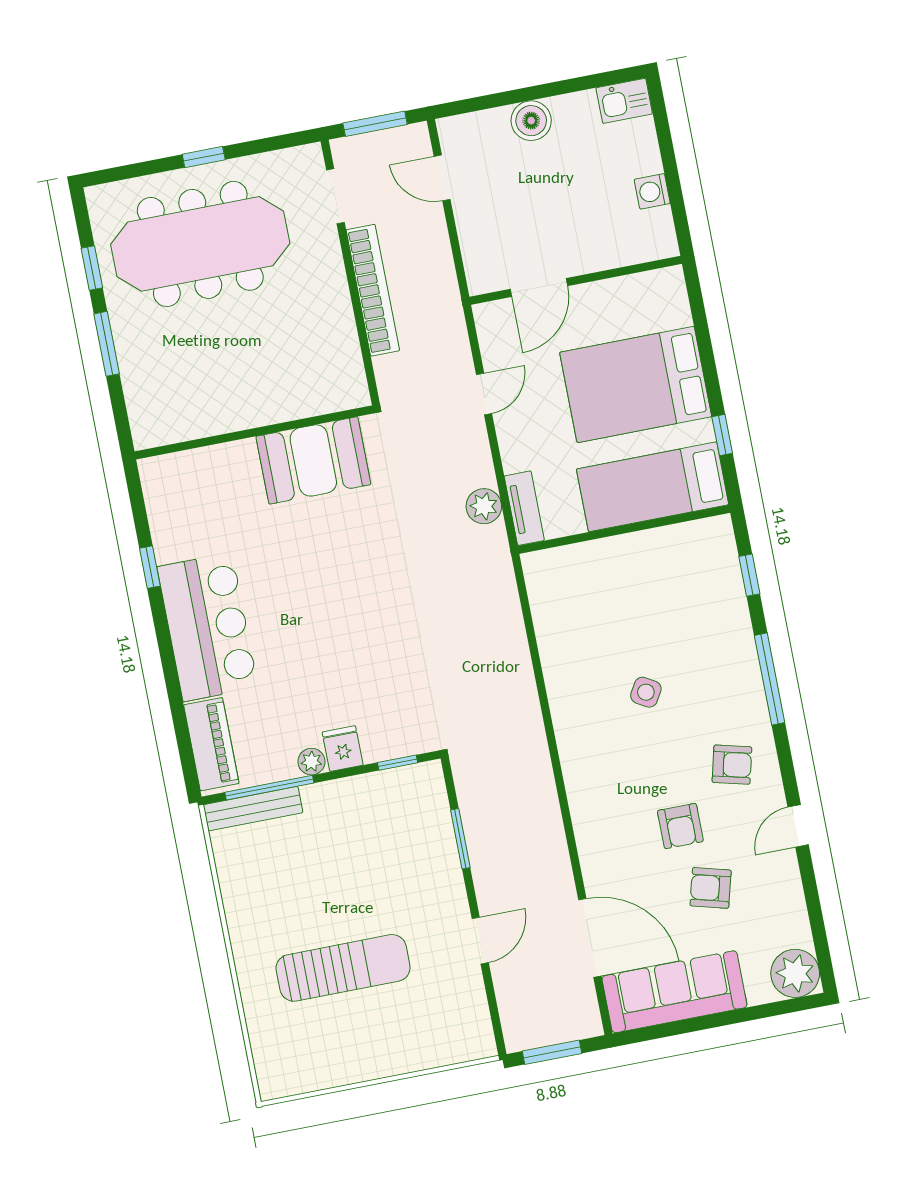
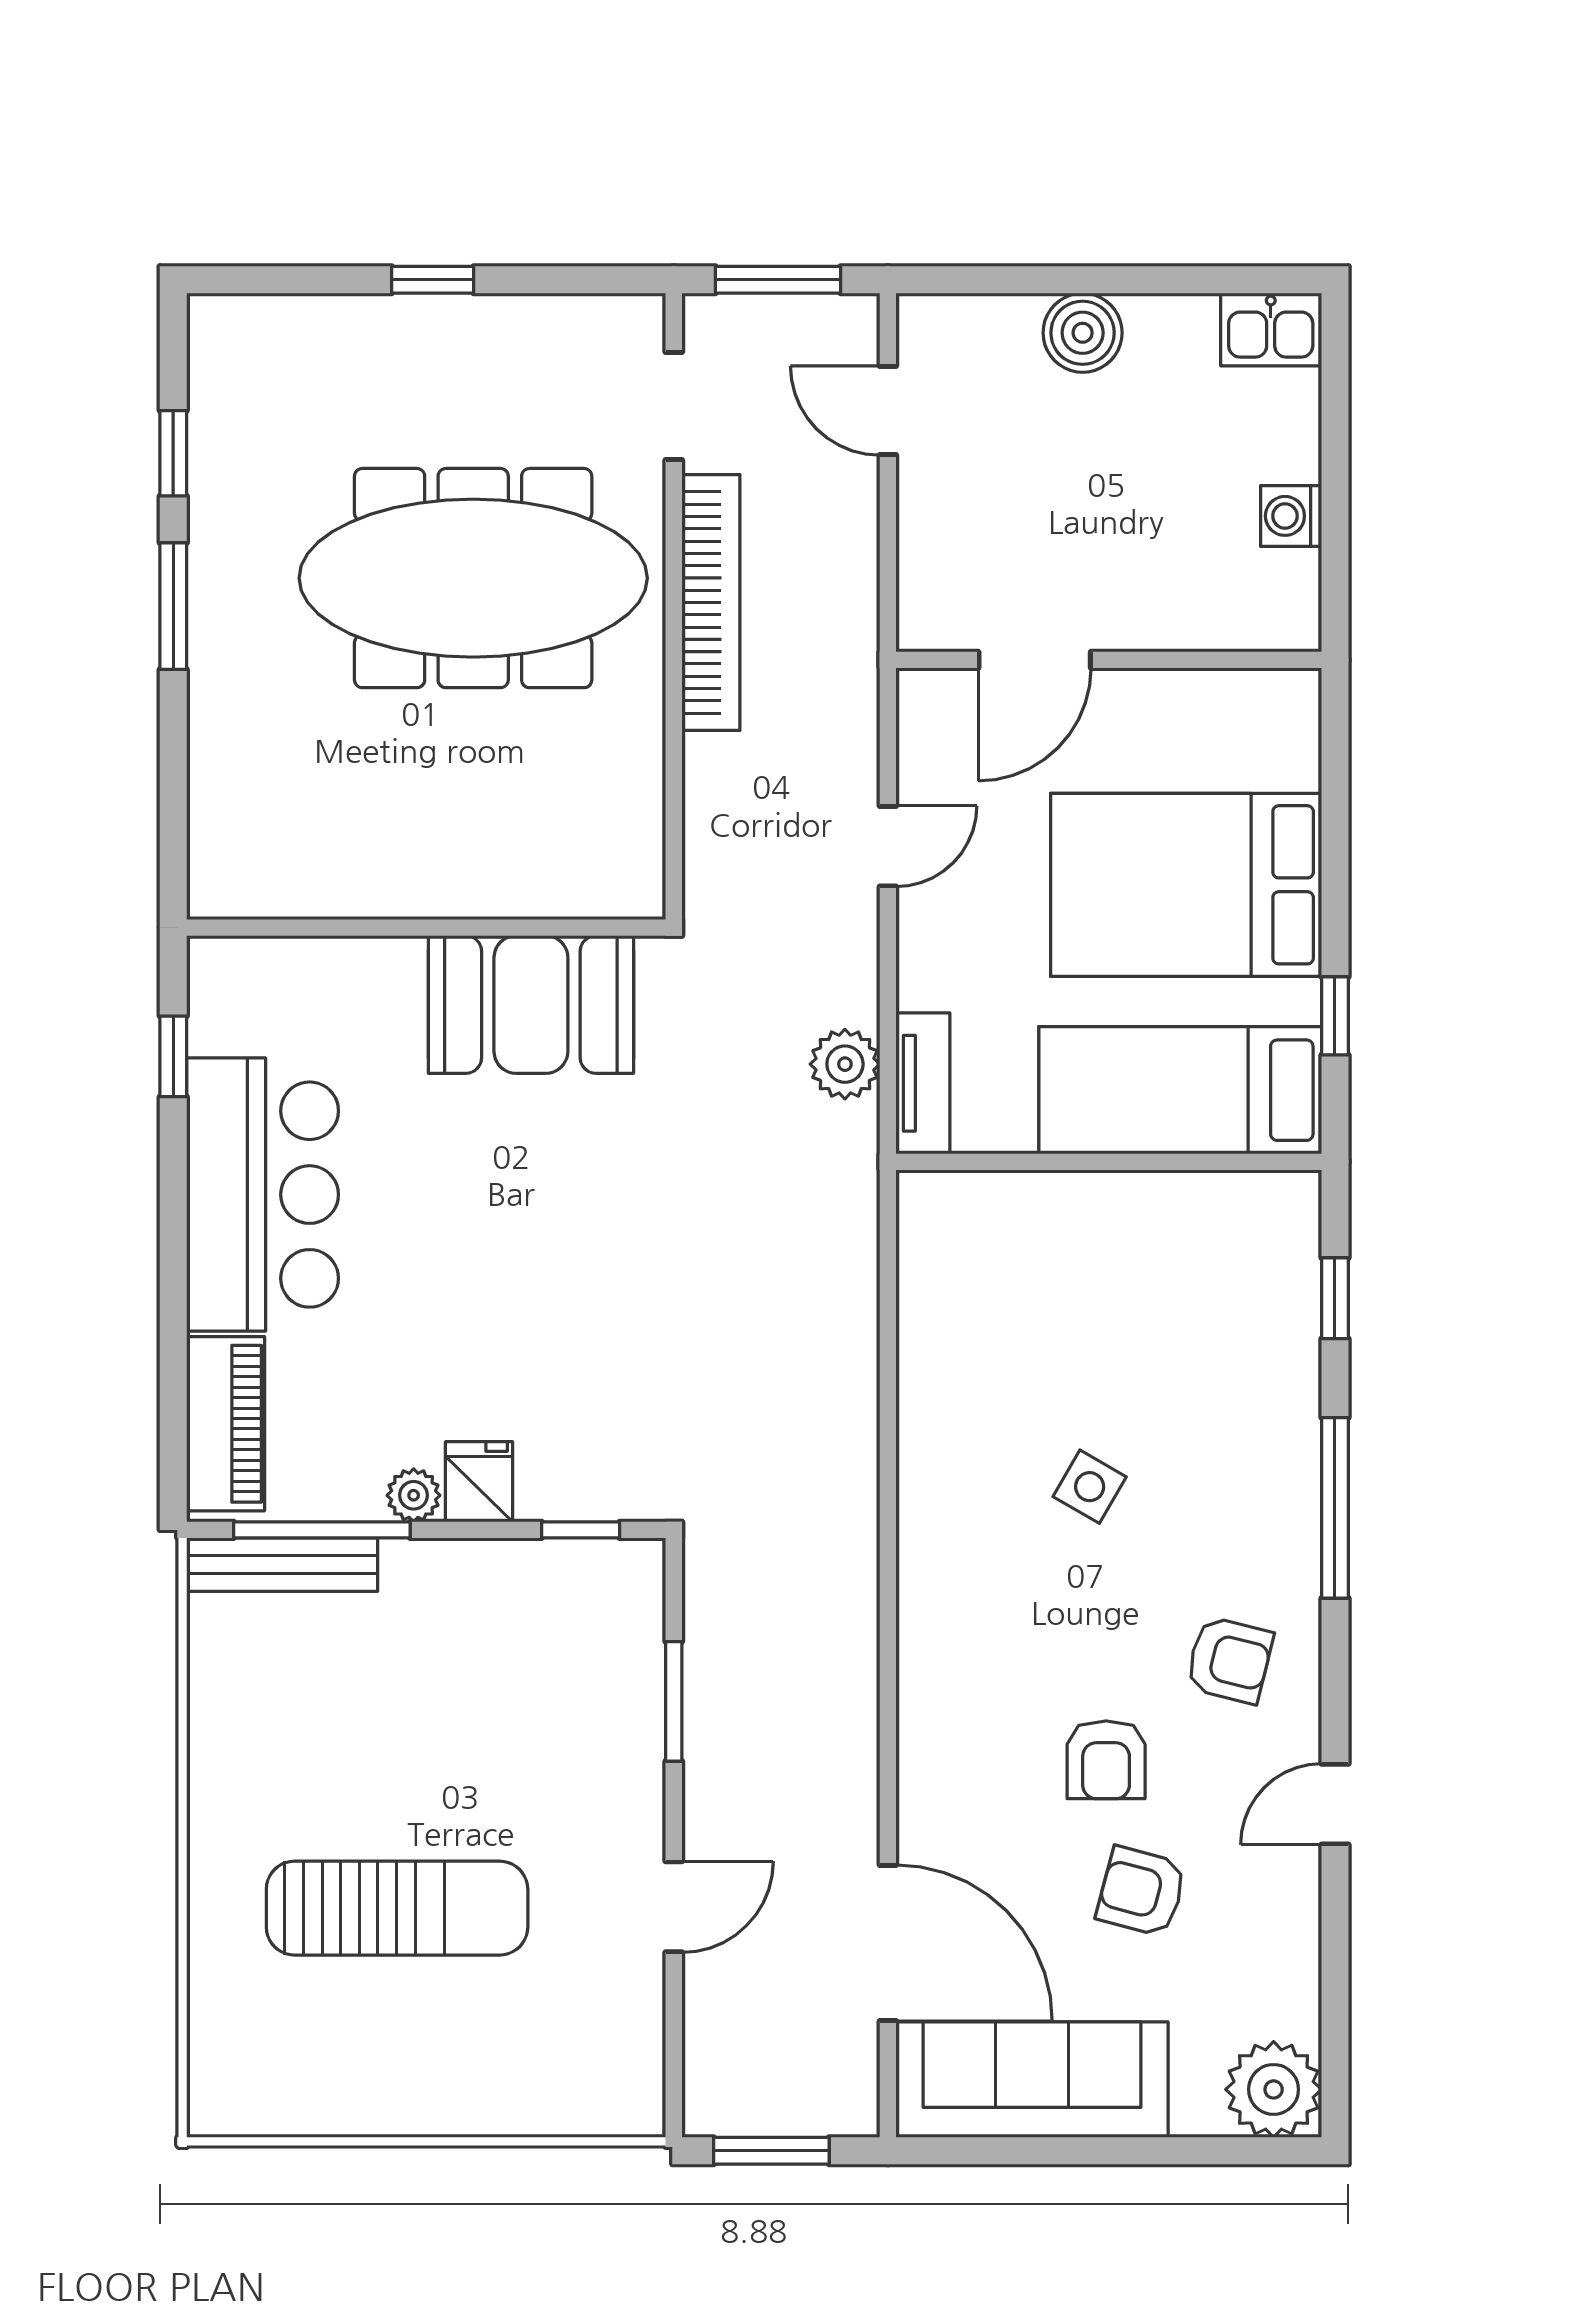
meeting table: (200, 244) -> (473, 578), moved
wall: (254, 432) -> (426, 928), moved
booth: (313, 460) -> (531, 1004), moved

